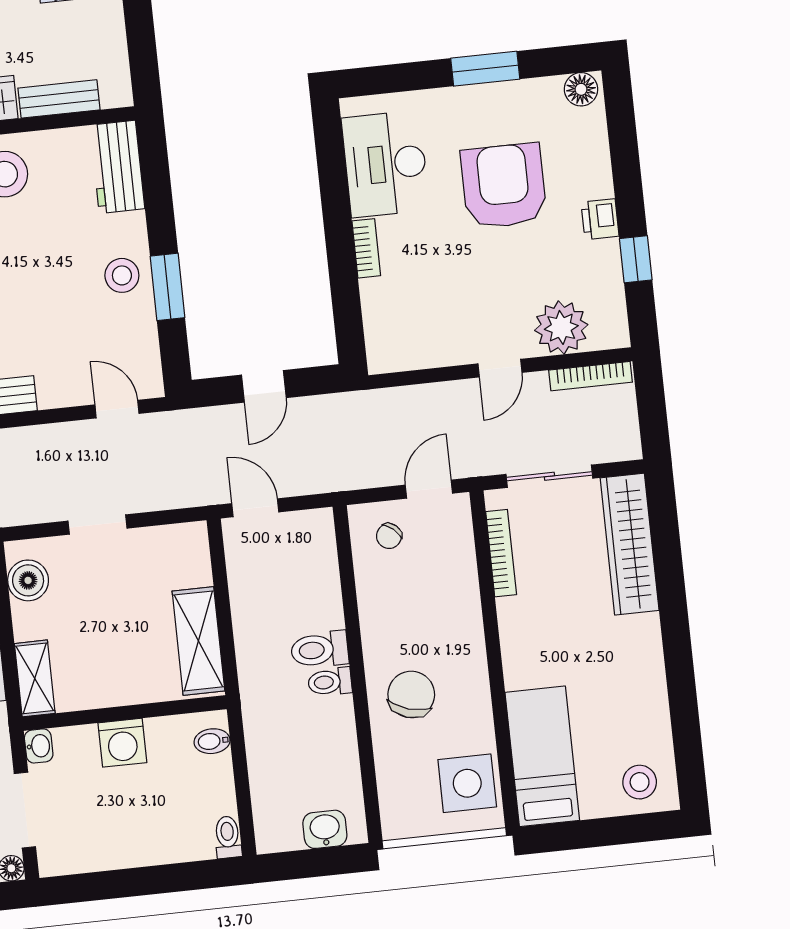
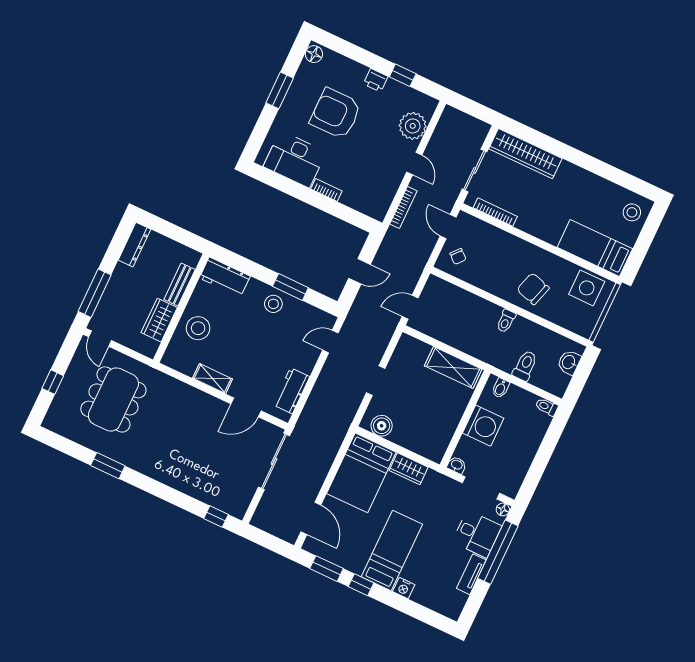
bookcase: (591, 376) -> (403, 207), moved
door: (264, 386) -> (359, 271), hinge flipped
toilet: (320, 650) -> (525, 366), moved, turned 180
shelving: (35, 678) -> (426, 449), removed
washing machine: (122, 743) -> (483, 426), width x1.37, depth x1.37

